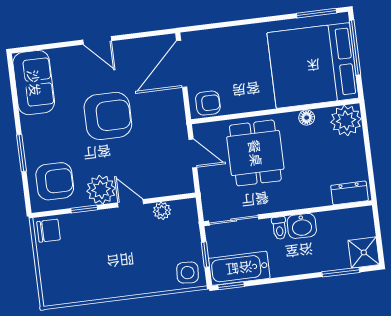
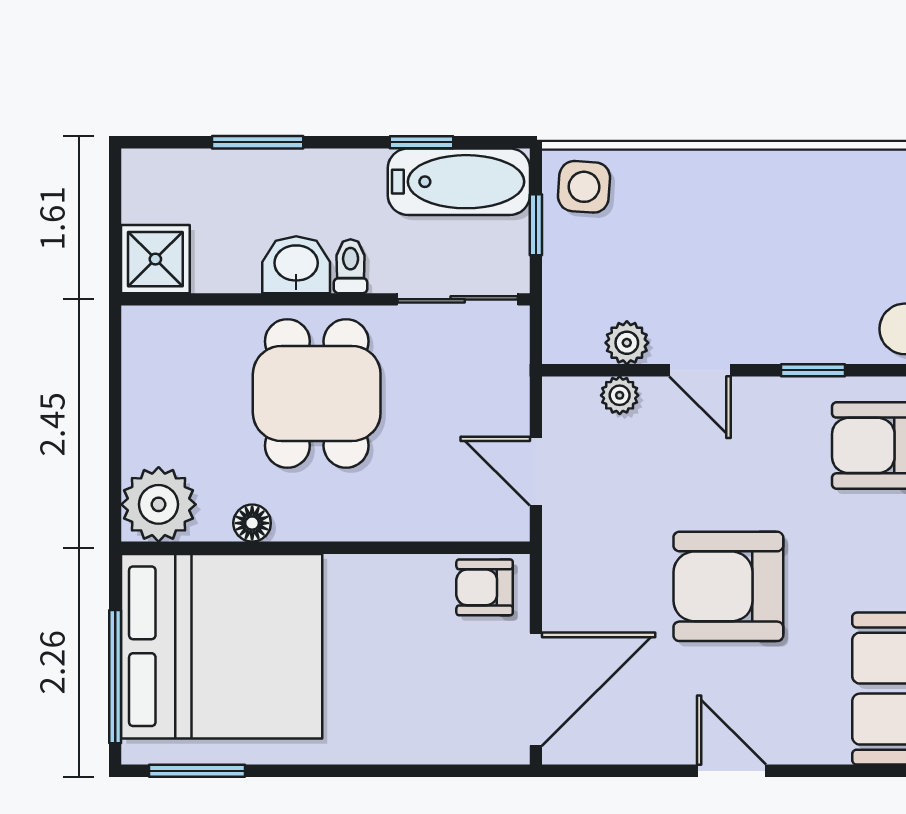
dining table: (255, 153) -> (317, 393), moved
plant: (101, 190) -> (620, 395), moved, width x0.53, depth x0.53
dresser: (350, 193) -> (172, 330), removed
shower: (364, 252) -> (155, 259), moved
window: (341, 272) -> (258, 142), moved
window: (231, 286) -> (421, 142), moved

